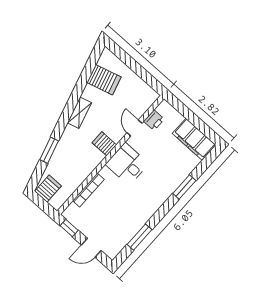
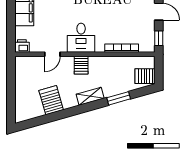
server rack: (104, 80) -> (51, 100), moved
shelving: (79, 113) -> (90, 96), moved
printer: (154, 120) -> (22, 46), moved

